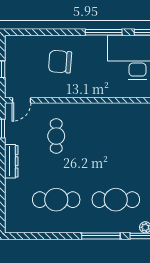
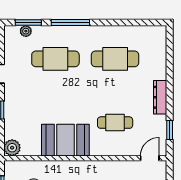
booth: (106, 119) -> (65, 140), added
cafe table: (56, 136) -> (115, 123), turned 90

